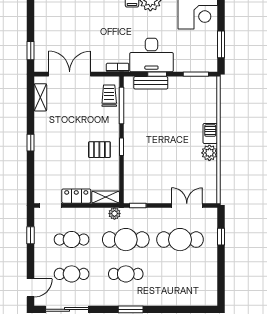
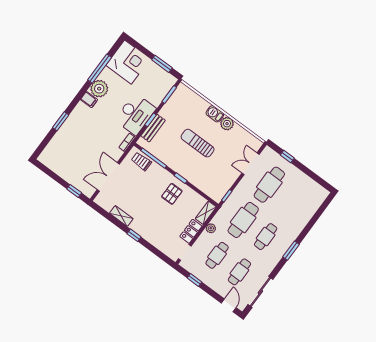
shelving: (40, 97) -> (121, 216), moved
sun lounger: (169, 138) -> (198, 143), added
plant: (114, 214) -> (211, 228), moved

